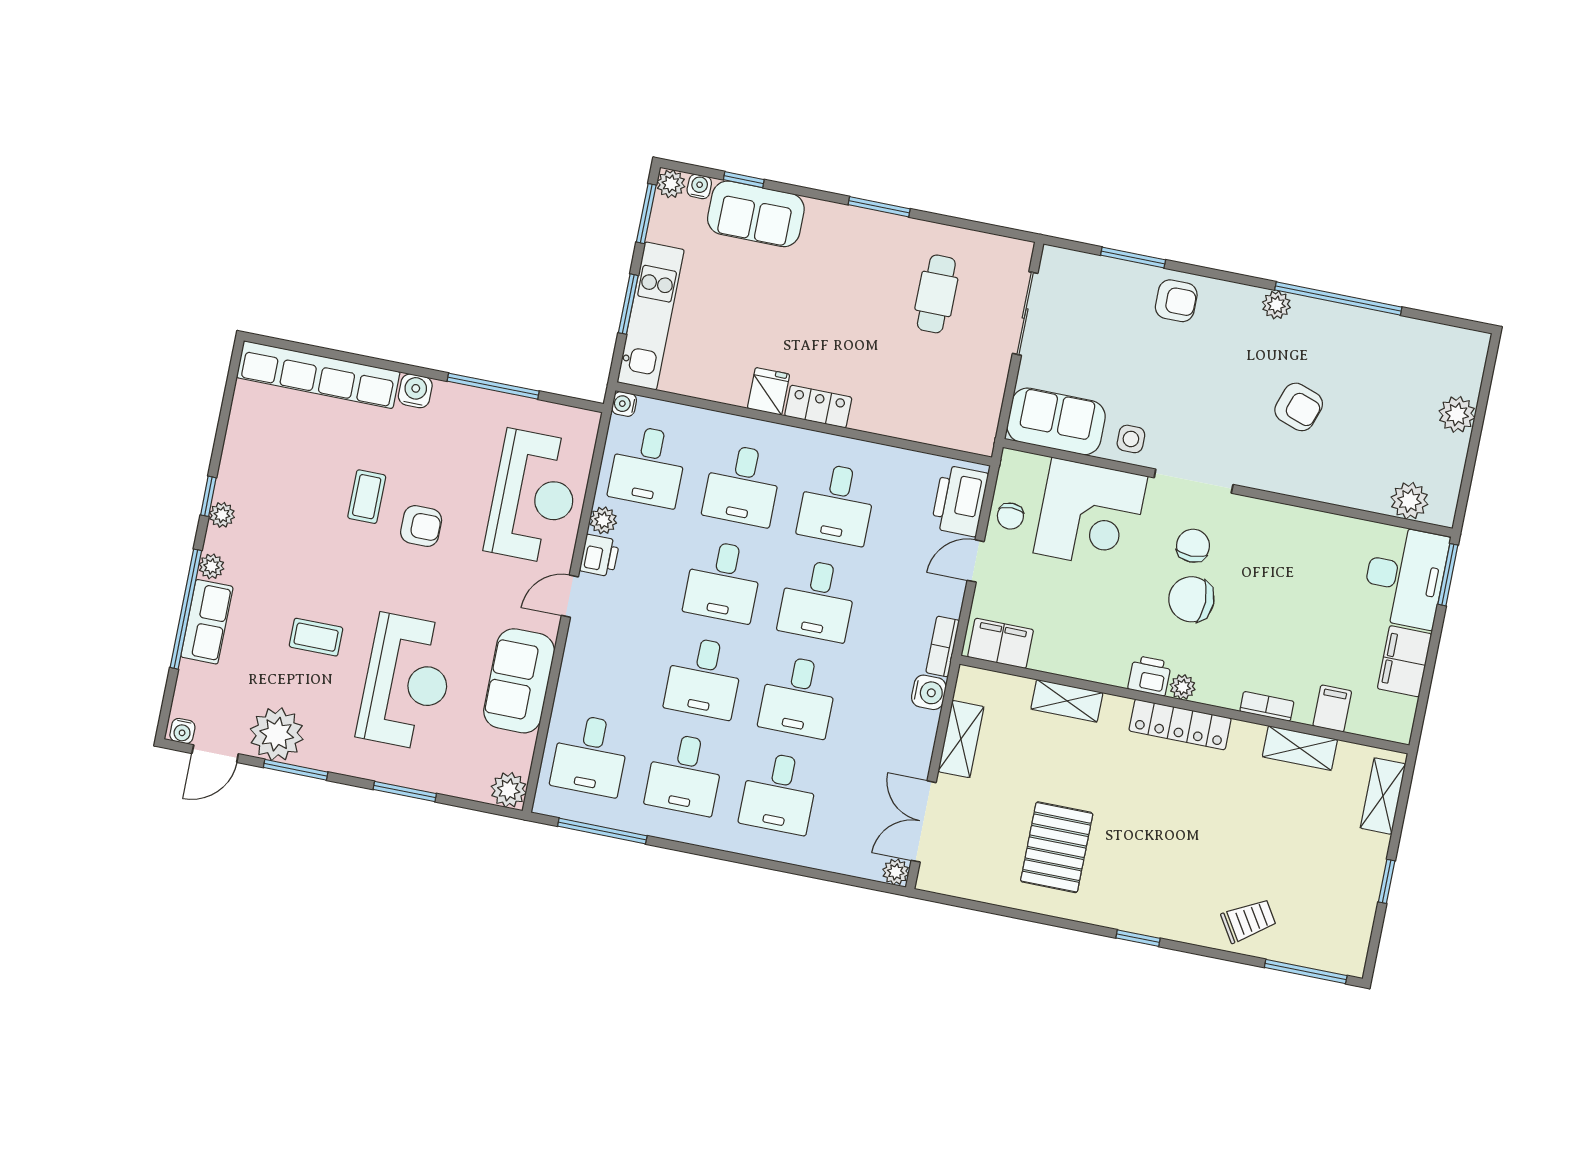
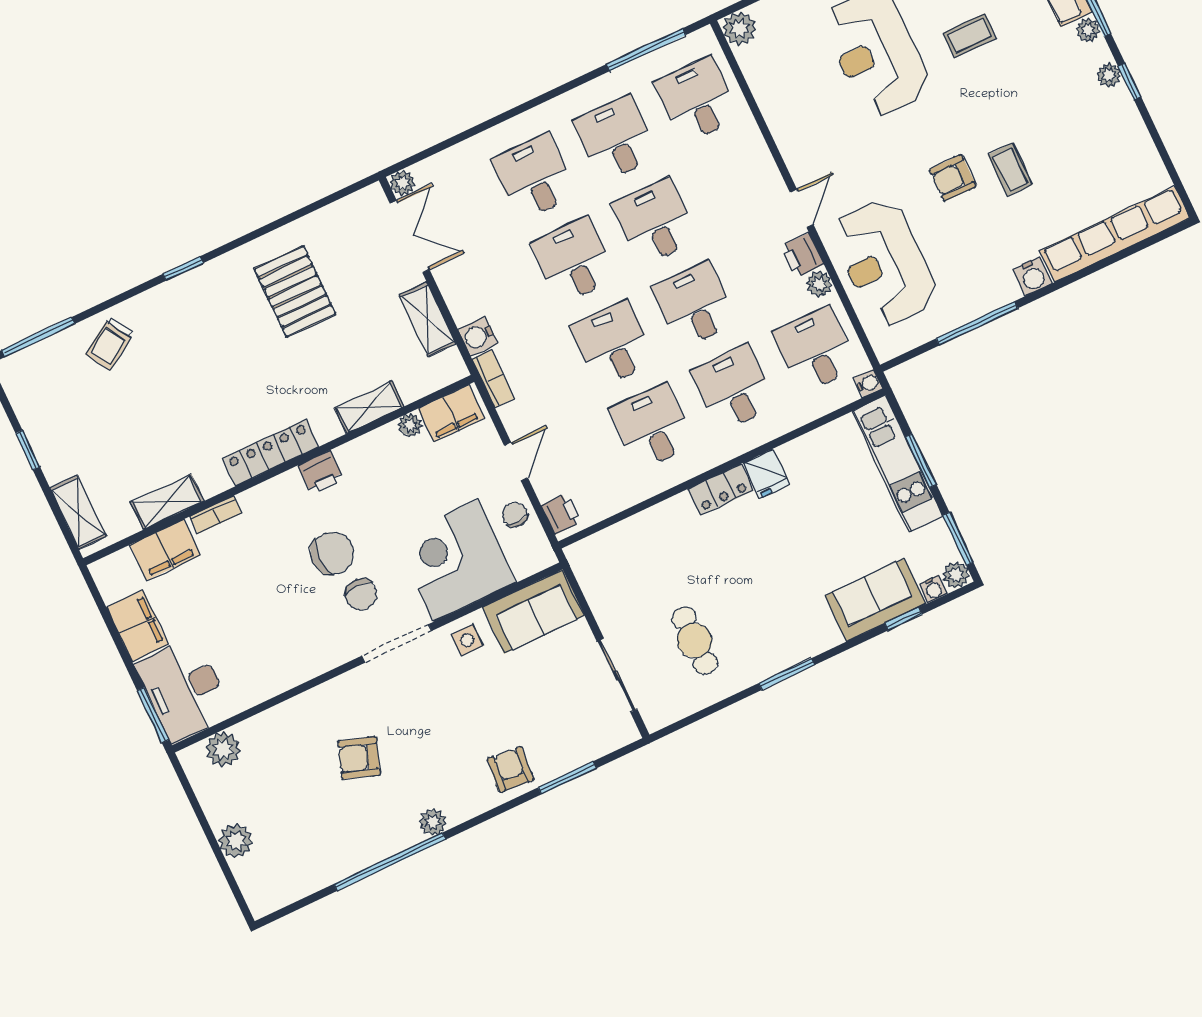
armchair: (1176, 301) -> (510, 769), turned 95
printer: (960, 501) -> (561, 514), width x0.53, depth x0.68
sofa: (519, 681) -> (793, 116), removed
plant: (1183, 687) -> (410, 426), moved
filing cabinet: (1332, 708) -> (165, 550), width x2.00

